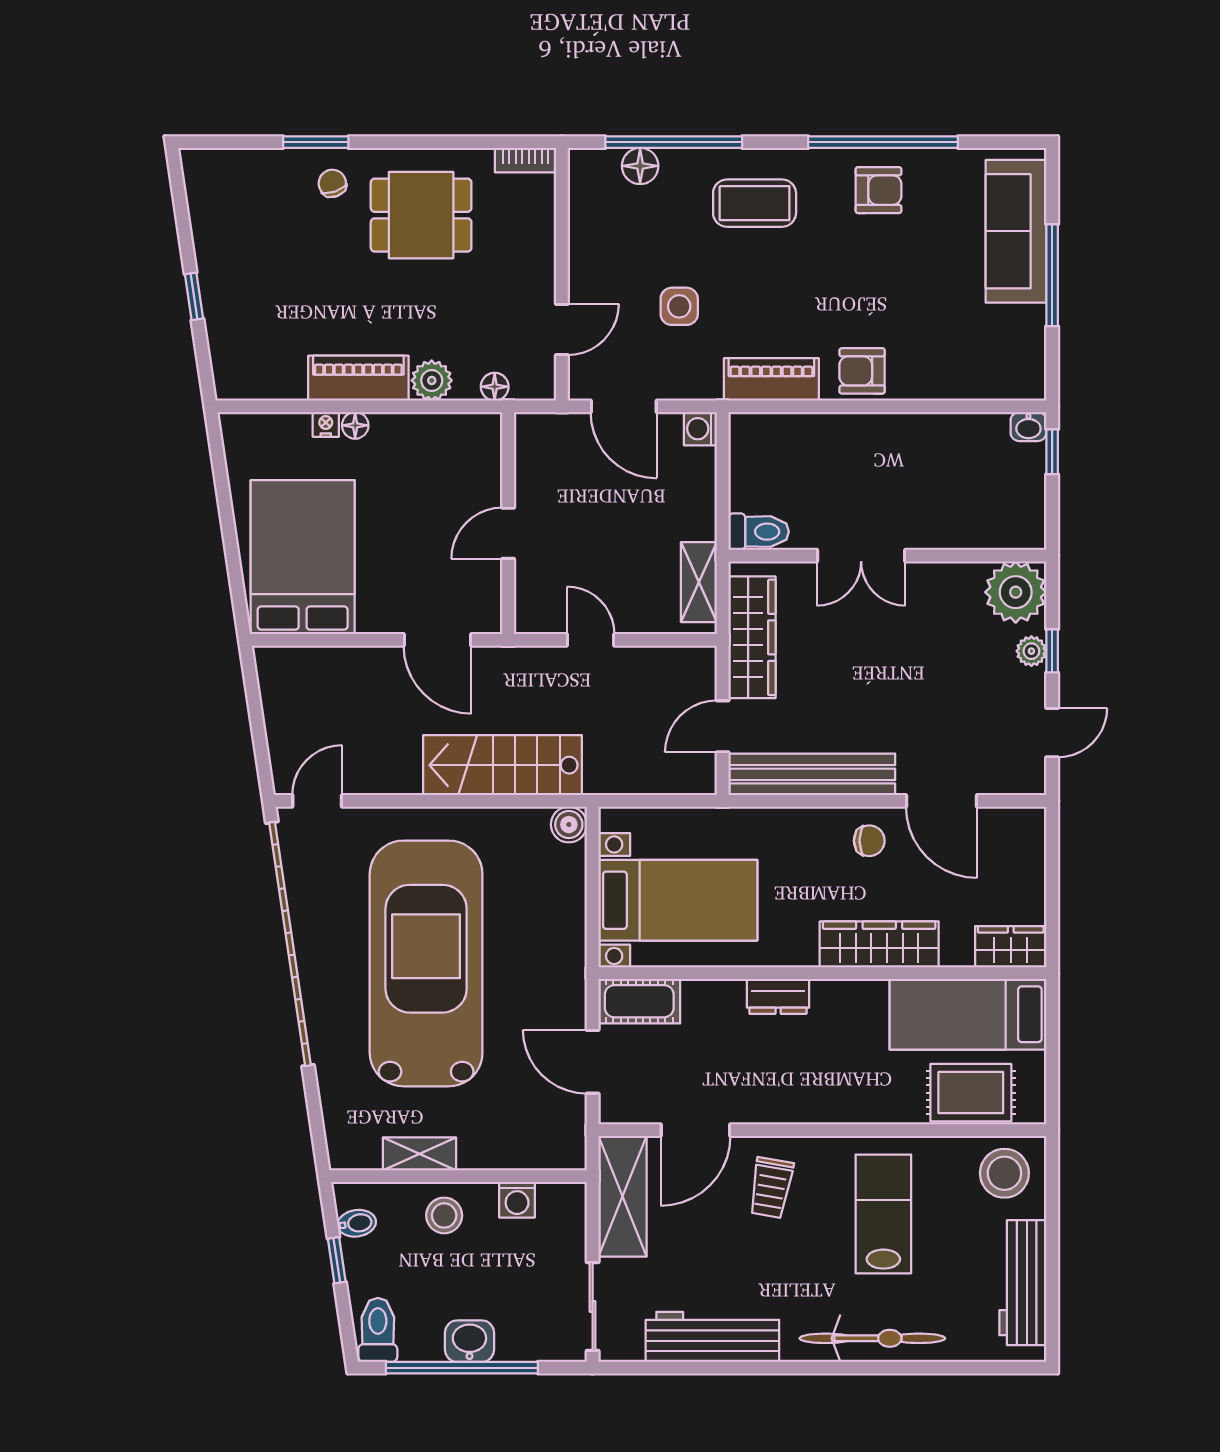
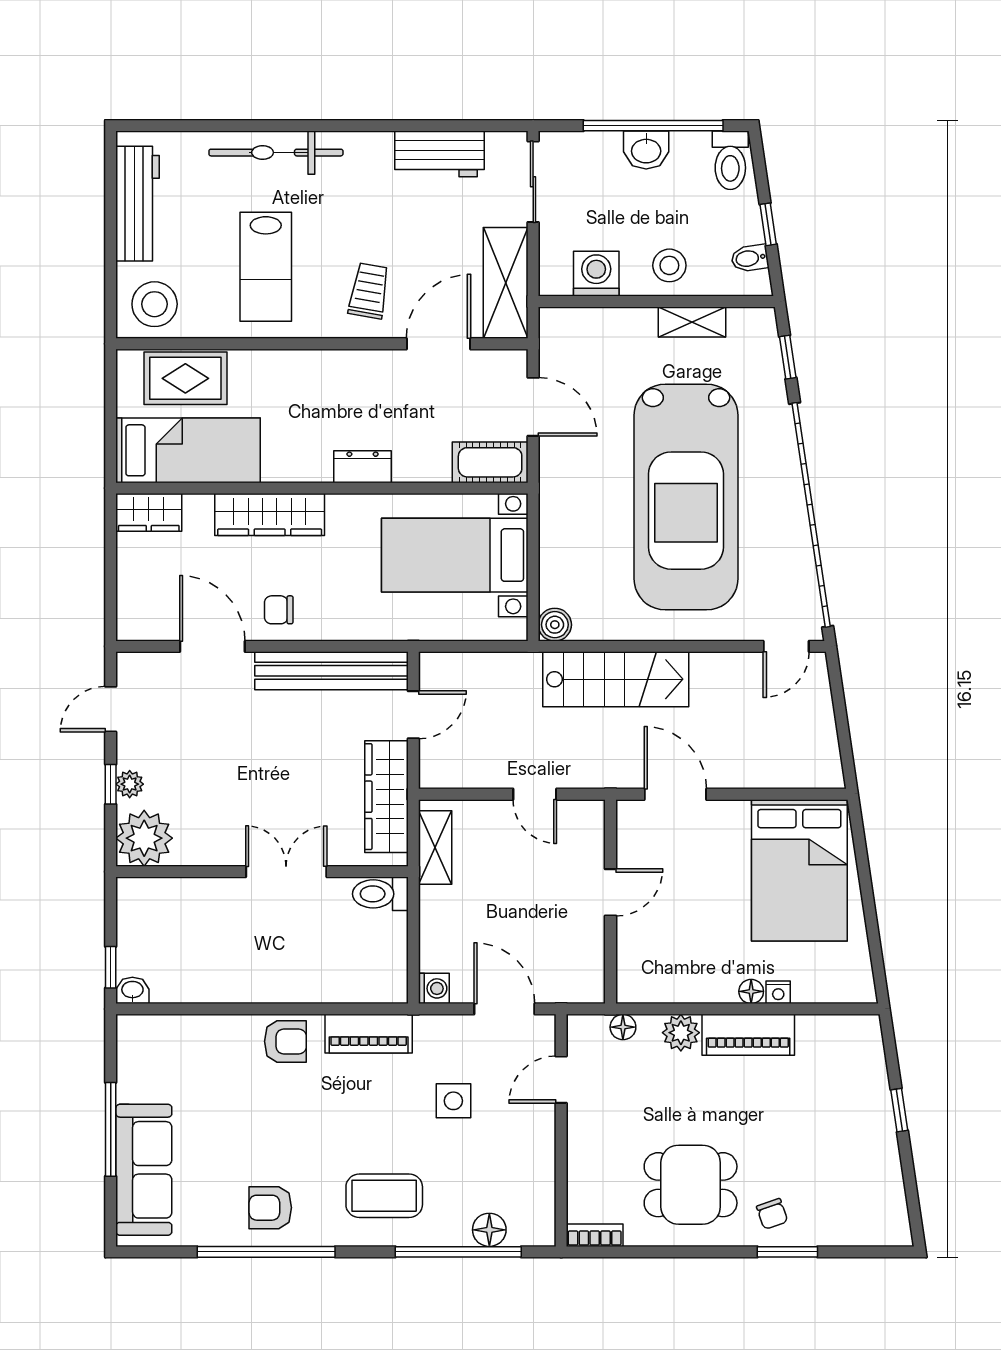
window: (315, 1116) -> (788, 357), added
washing machine: (517, 1200) -> (596, 274), width x1.38, depth x1.38
workbench: (712, 1337) -> (440, 154), width x0.73

